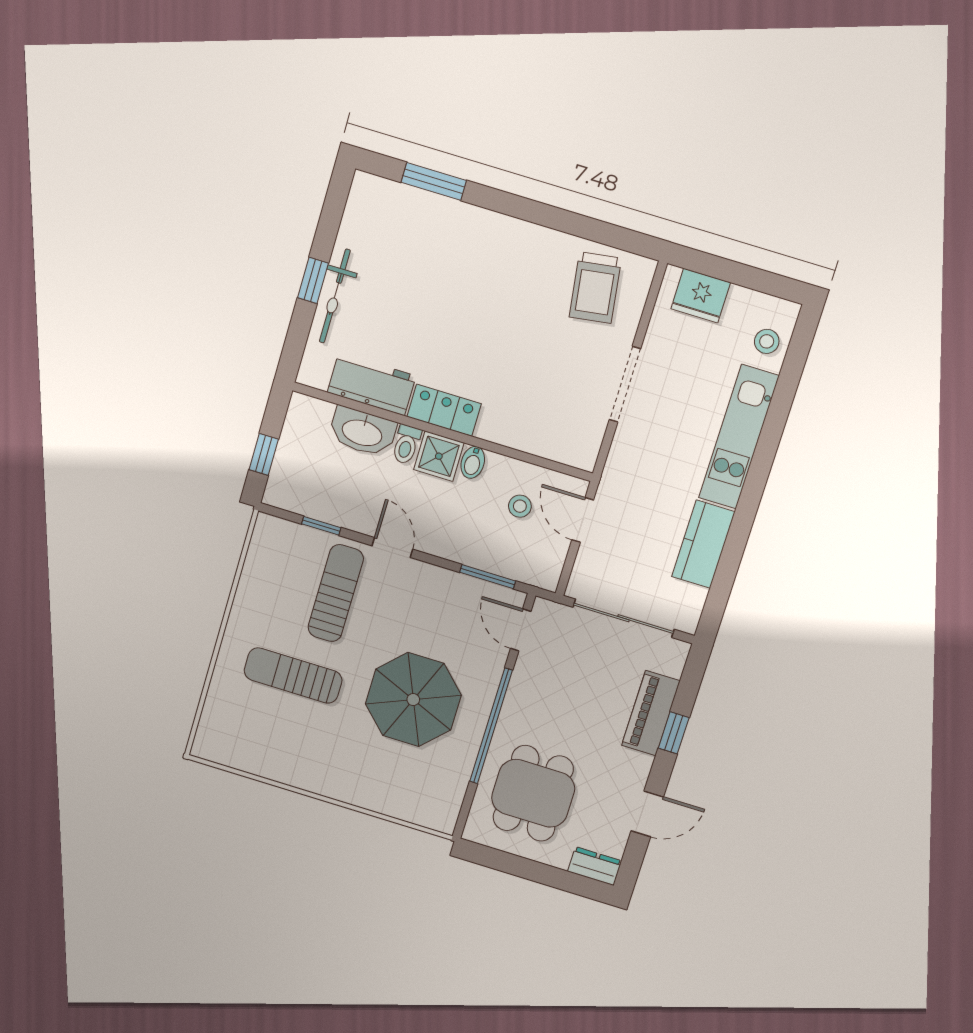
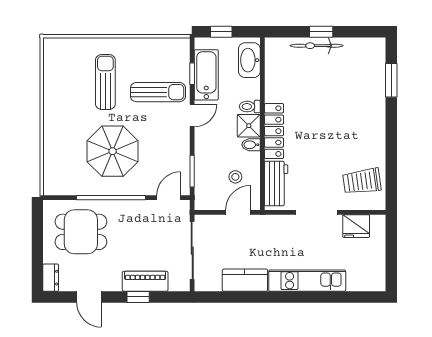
fridge: (701, 296) -> (356, 226), moved, turned -90
stool: (767, 341) -> (361, 279), removed
workbench: (372, 384) -> (276, 184), moved
locker: (444, 410) -> (274, 131), width x1.53
washbasin: (362, 432) -> (249, 60), moved
bathtub: (330, 502) -> (206, 75), added

